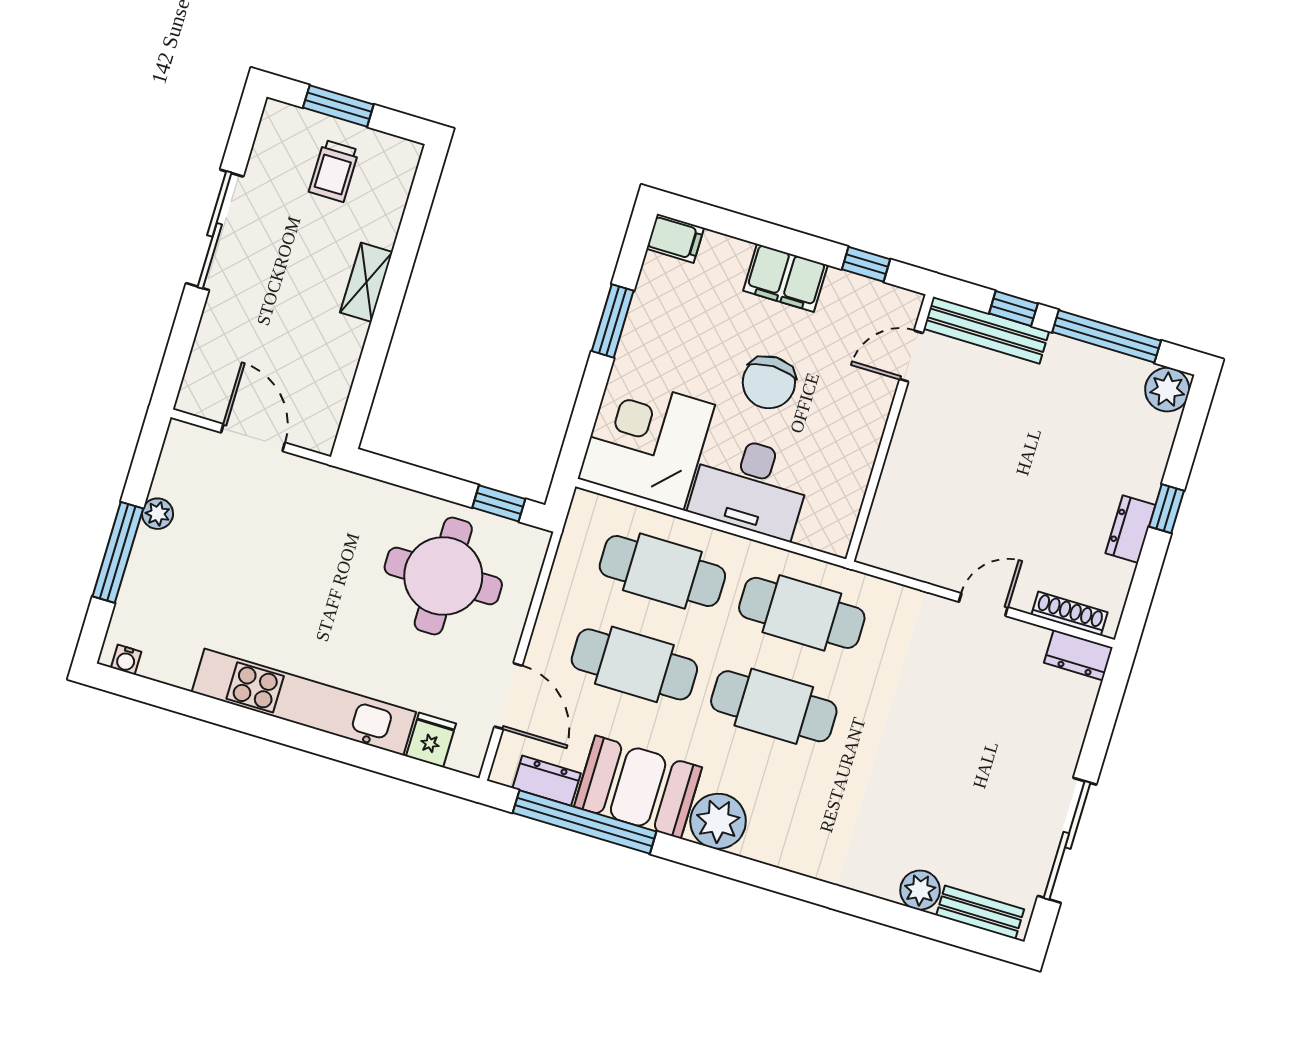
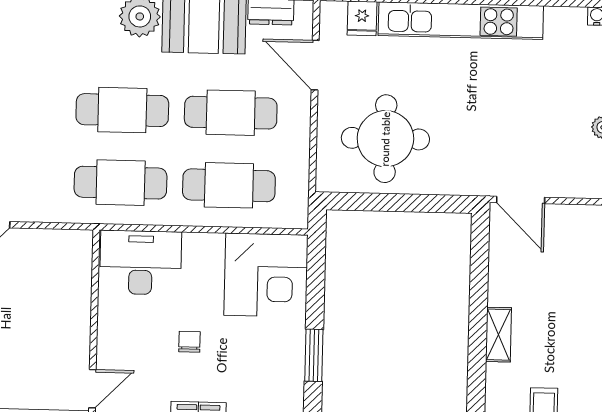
chair: (769, 382) -> (189, 342), width x0.54, depth x0.54
door: (253, 438) -> (521, 200), moved
desk: (750, 486) -> (141, 263), moved
window: (499, 503) -> (360, 202), removed

